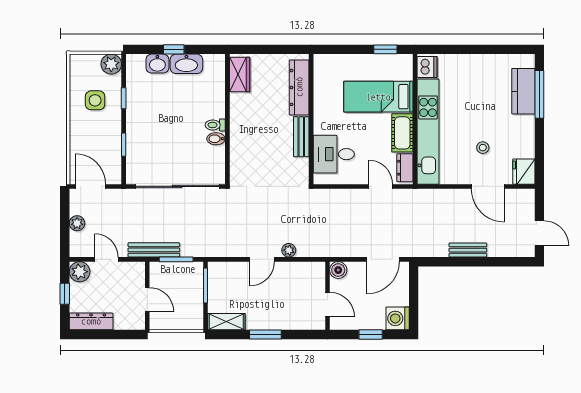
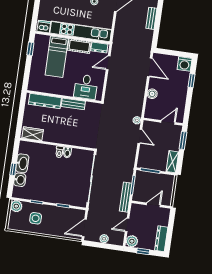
wall: (328, 296) -> (163, 122), moved
door: (328, 304) -> (168, 122), moved

